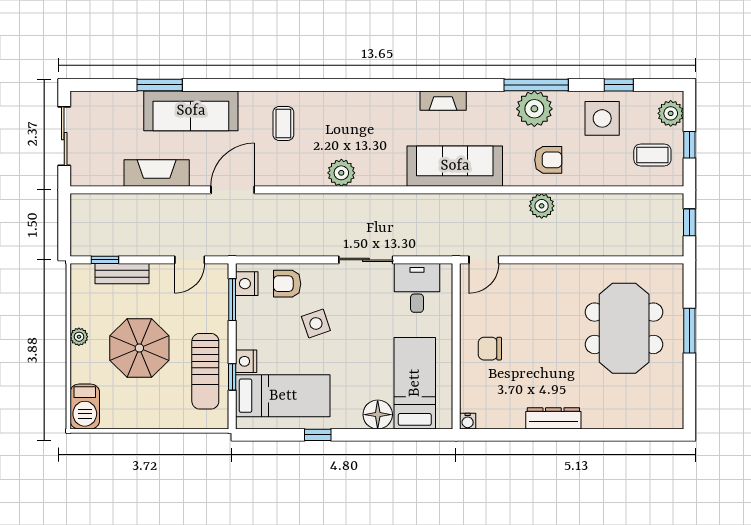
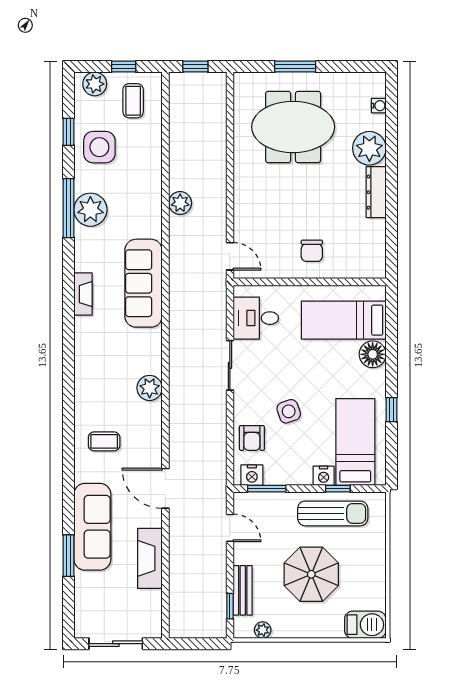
armchair: (548, 160) -> (138, 197), removed
plant: (79, 337) -> (263, 630), moved
plant: (601, 411) -> (369, 148), added
water cooler: (468, 421) -> (379, 106), moved

